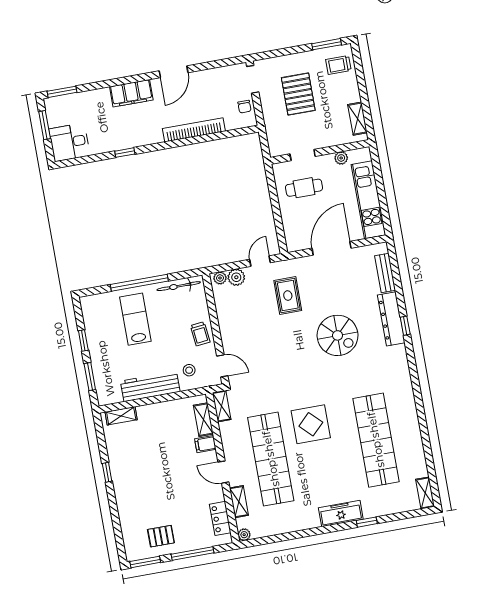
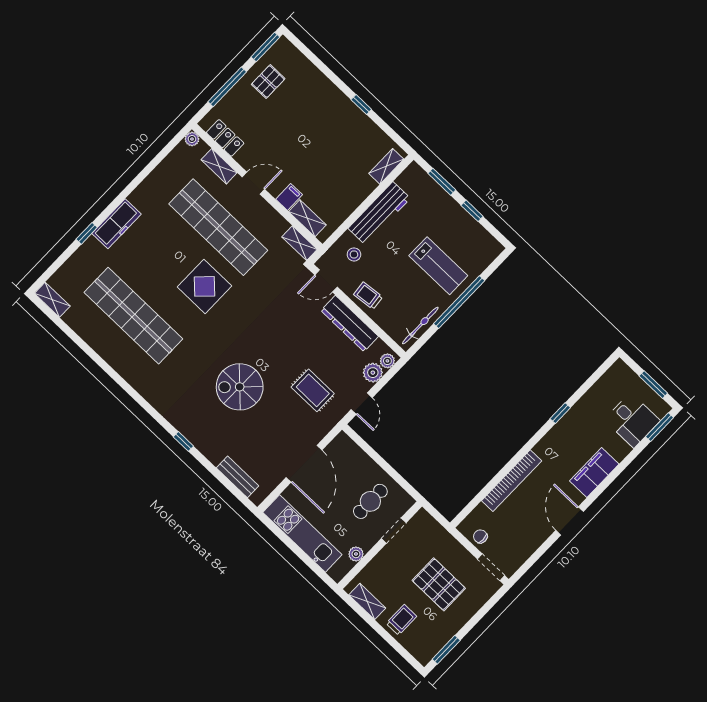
trolley: (338, 65) -> (401, 620), moved
desk: (69, 142) -> (632, 420), moved, turned 90
dresser: (391, 319) -> (350, 323), moved, turned 180

